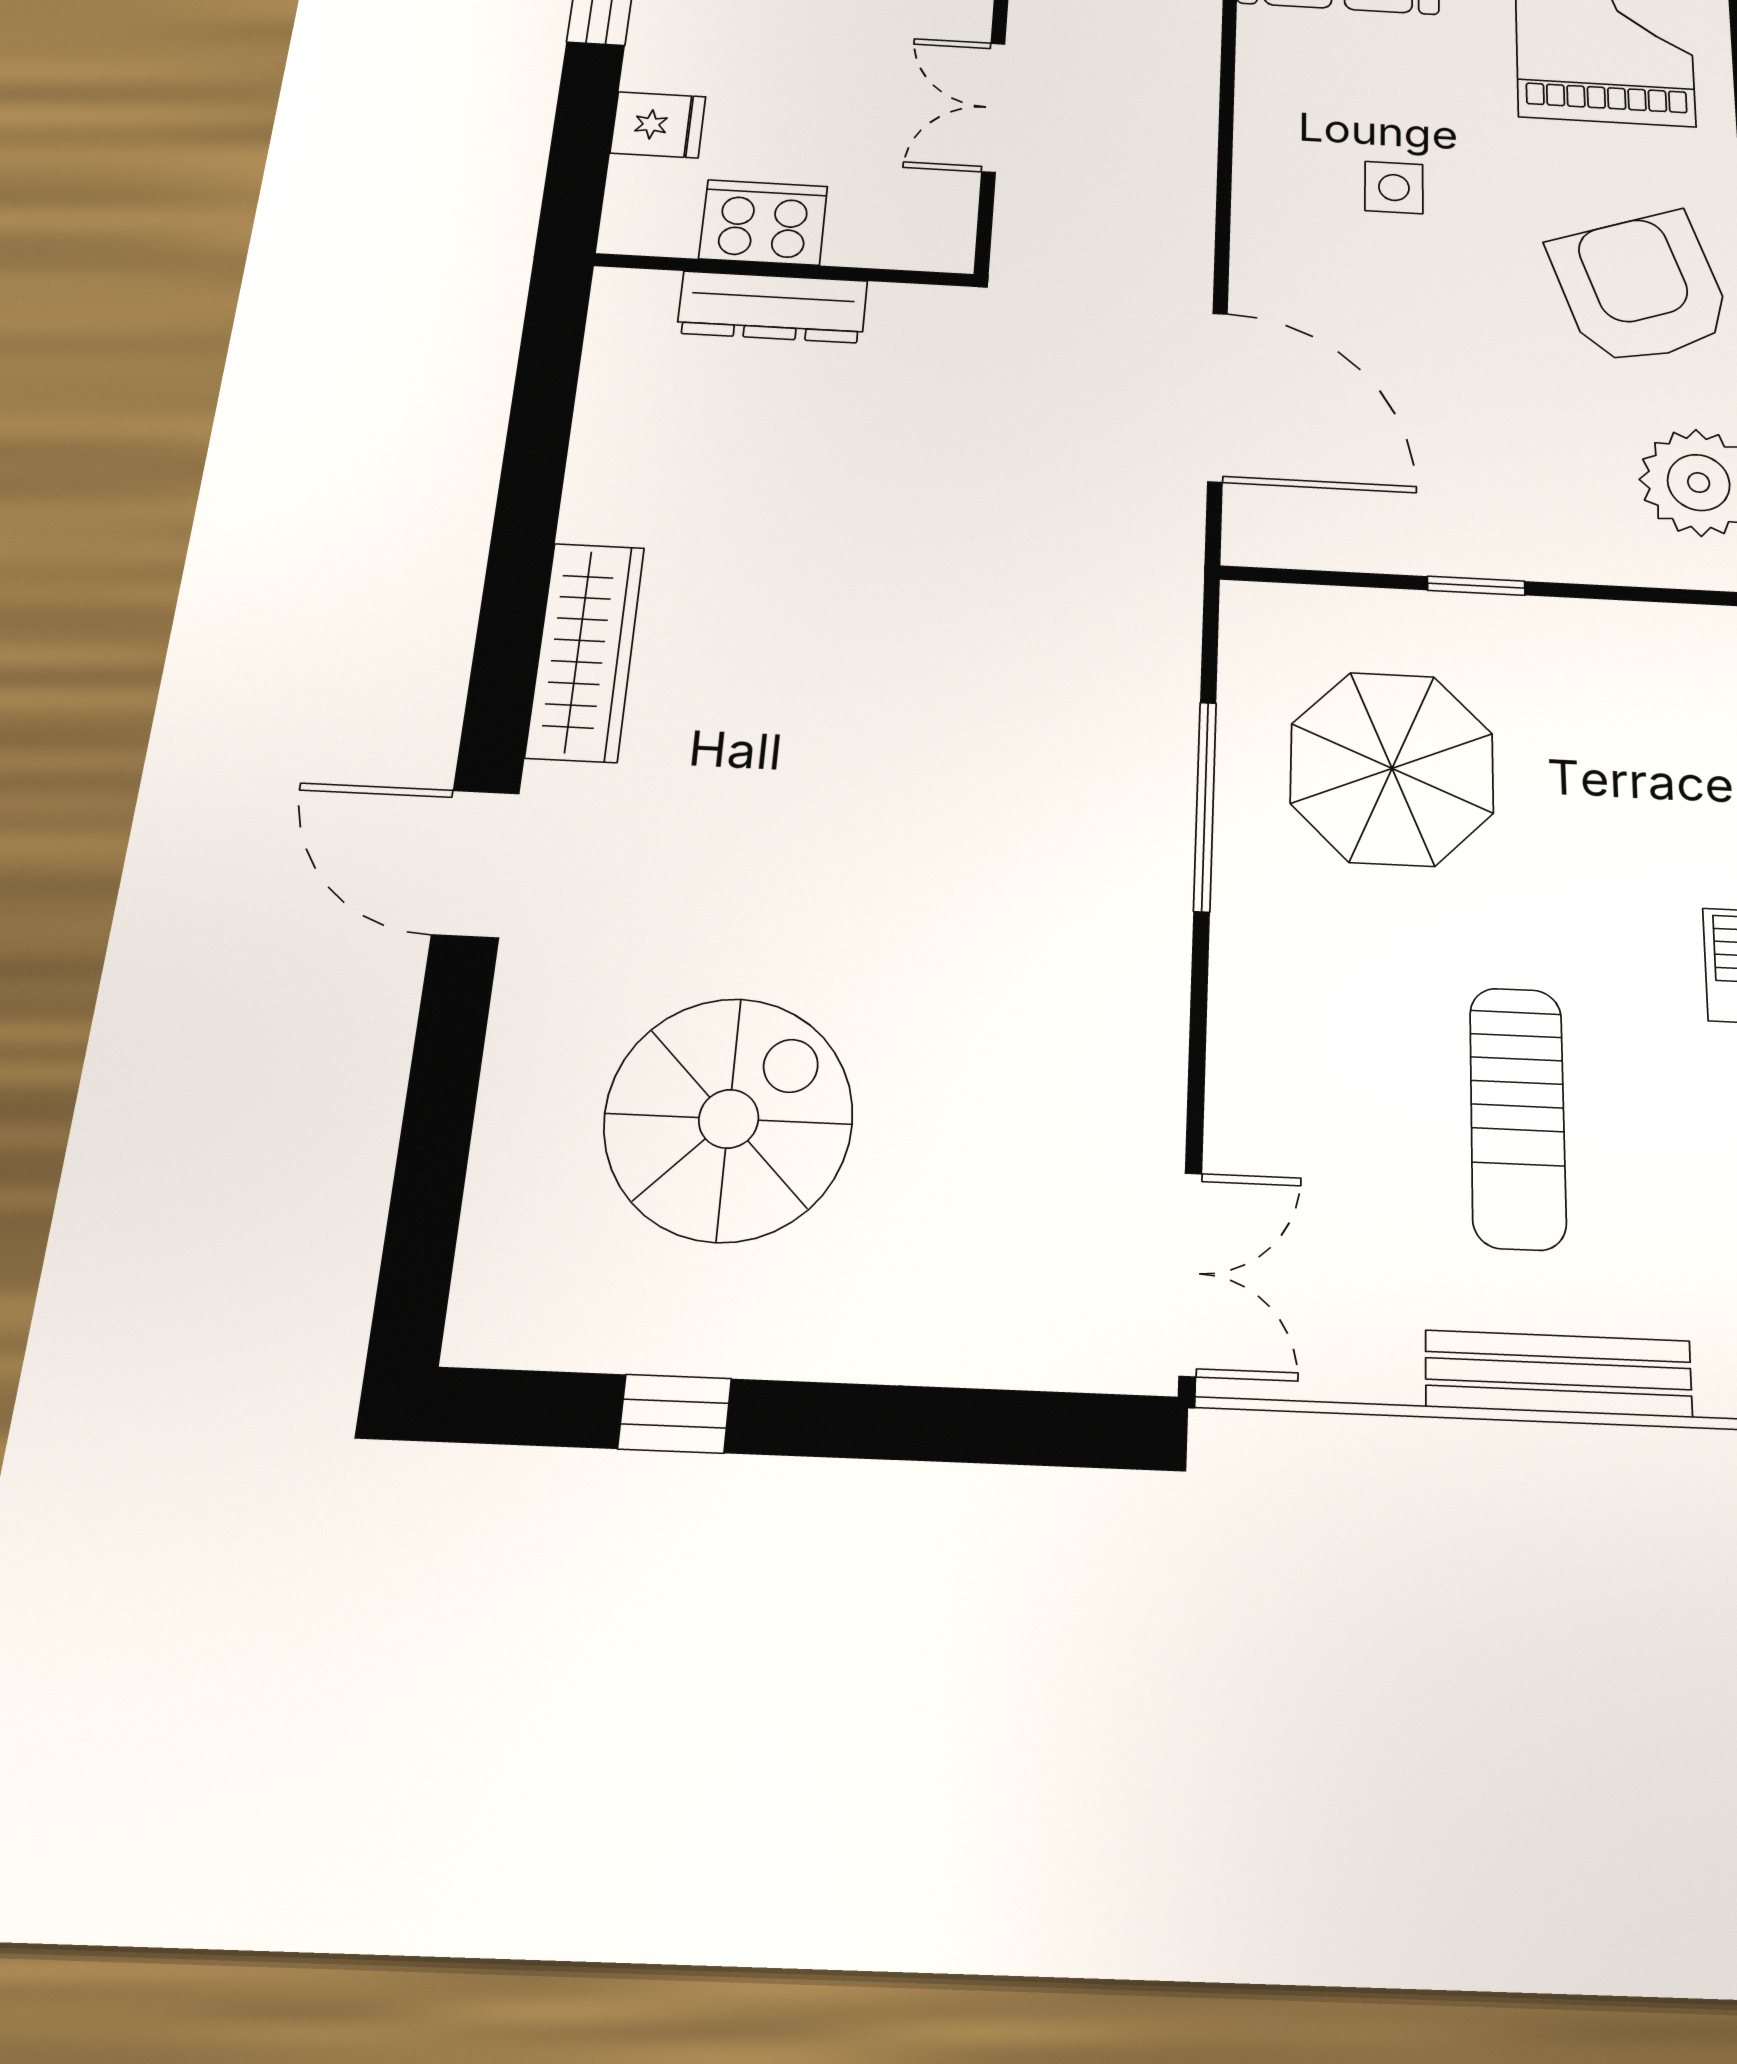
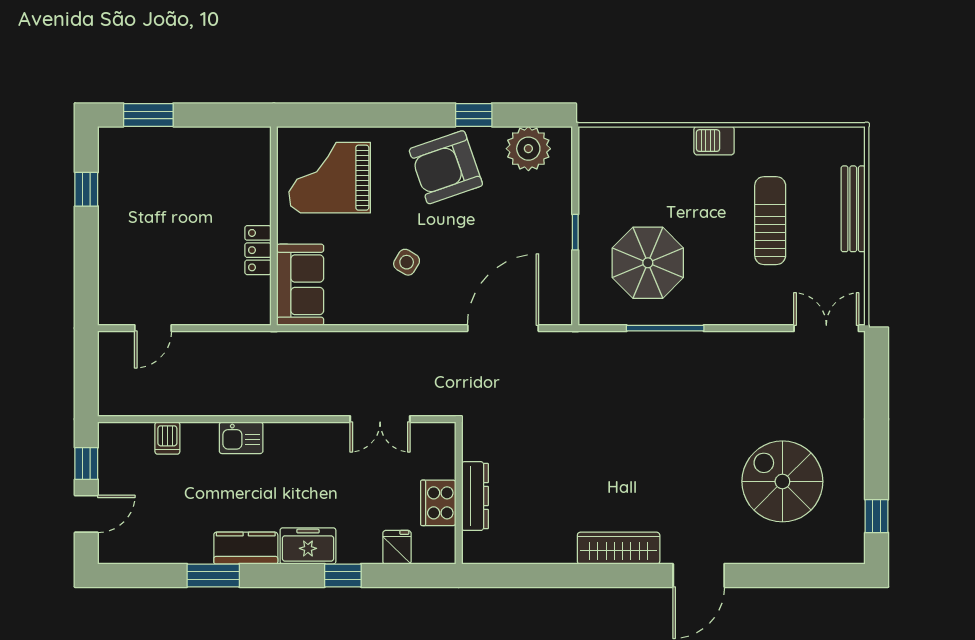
side table: (1394, 187) -> (407, 262), turned 31
sun lounger: (1518, 1117) -> (770, 221), turned -90
window: (675, 1414) -> (877, 516), moved

